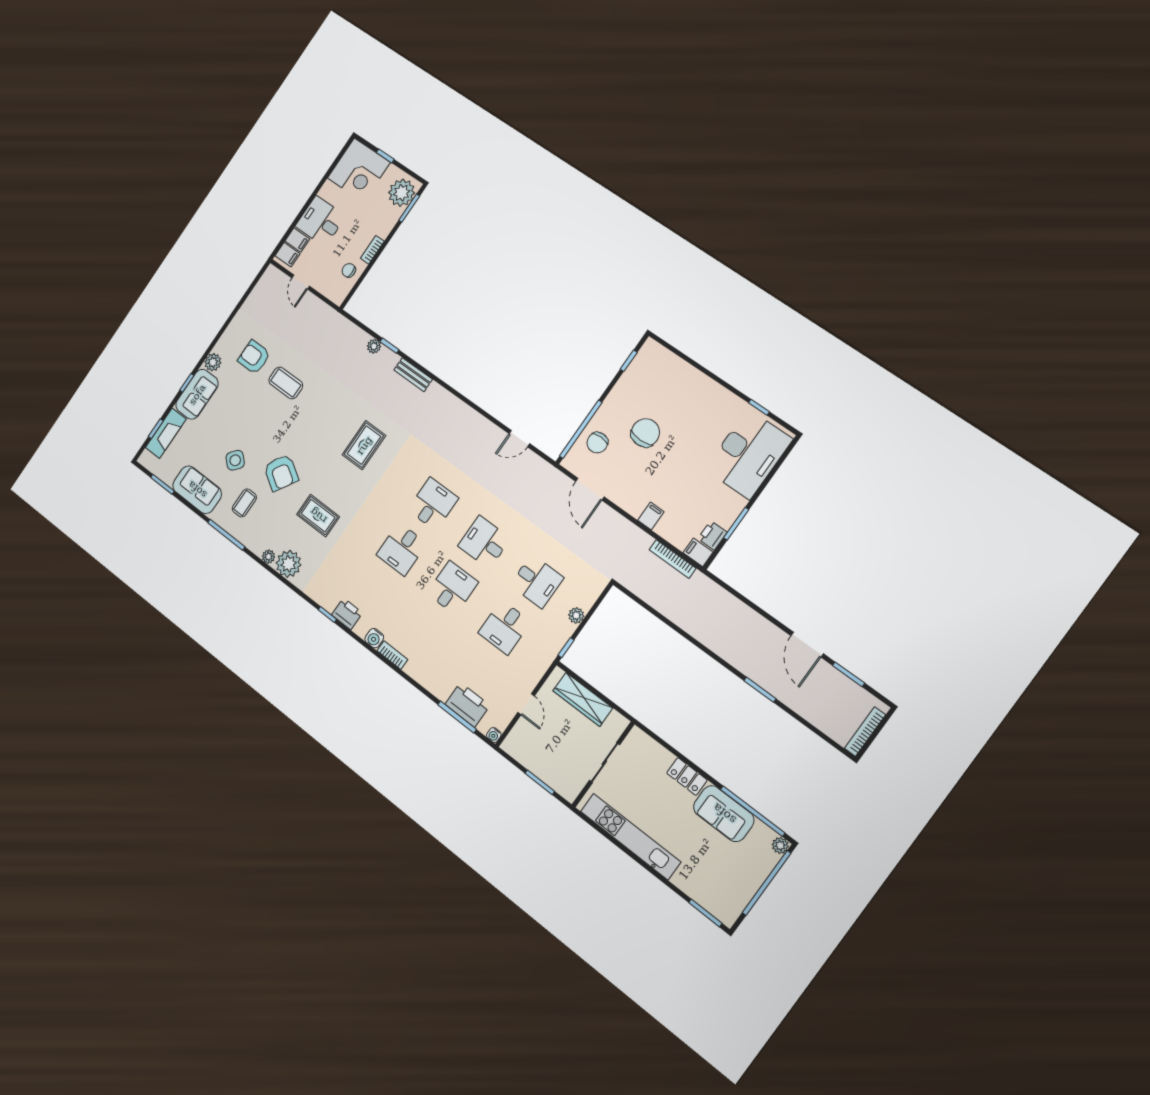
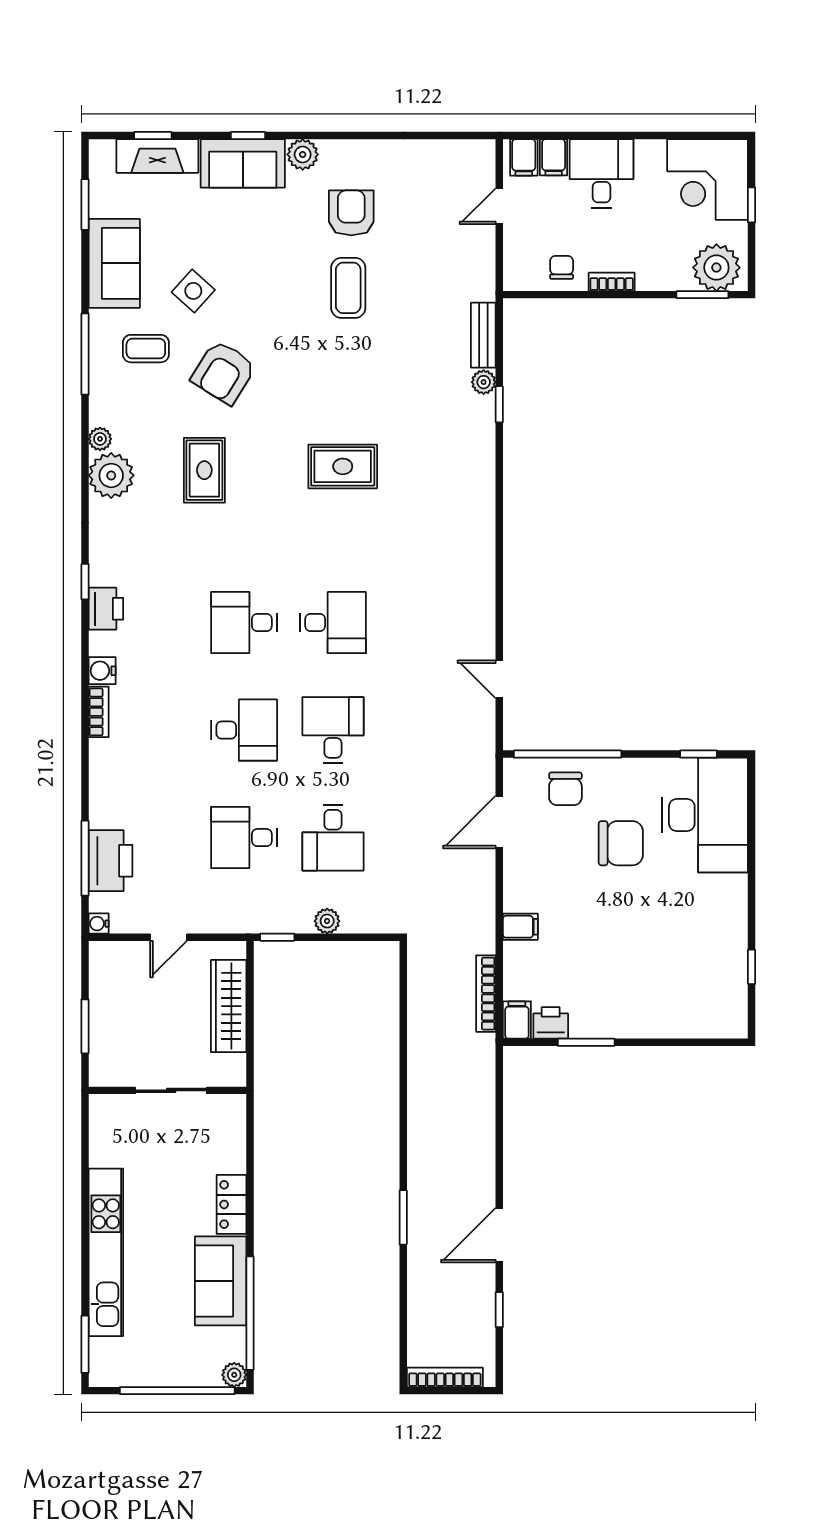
bench: (413, 375) -> (483, 335), moved
chair: (597, 443) -> (565, 789), turned -90
desk: (749, 454) -> (705, 815), moved, turned -90
window: (849, 674) -> (499, 1310), width x0.67
kitchen unit: (630, 837) -> (106, 1252), moved

